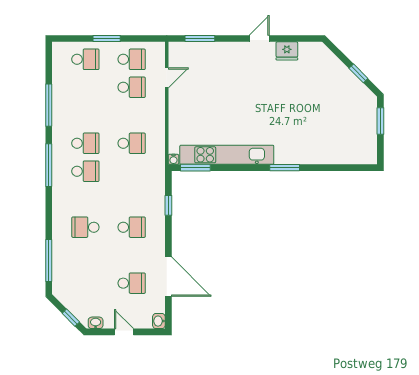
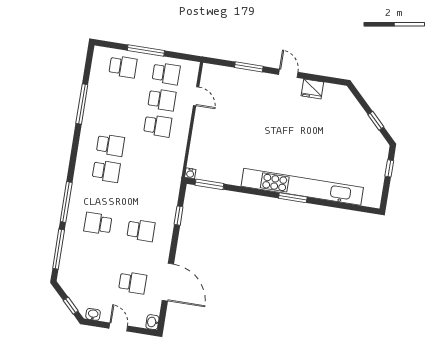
window: (107, 39) -> (146, 50), width x1.44
window: (200, 39) -> (249, 67), moved
door: (259, 39) -> (288, 73), hinge flipped
door: (167, 78) -> (196, 96), hinge flipped
window: (380, 121) -> (389, 168), width x0.67
school desk: (132, 143) -> (158, 126), moved
kitchen unit: (227, 155) -> (302, 187), moved, width x1.36
window: (49, 165) -> (66, 202), moved

